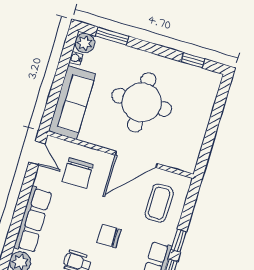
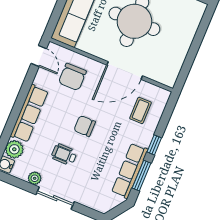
coffee table: (159, 203) -> (141, 110), width x0.73, depth x0.77
chair: (109, 236) -> (85, 126), moved

